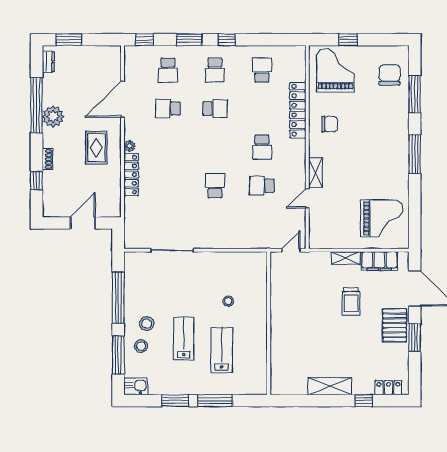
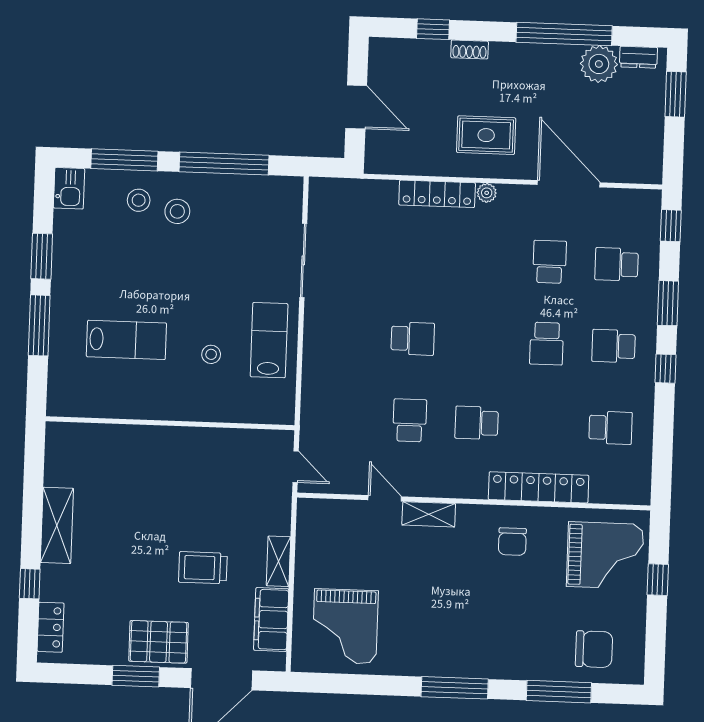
plant: (53, 117) -> (599, 64), moved
lab bench: (184, 339) -> (269, 340), moved, turned -90

